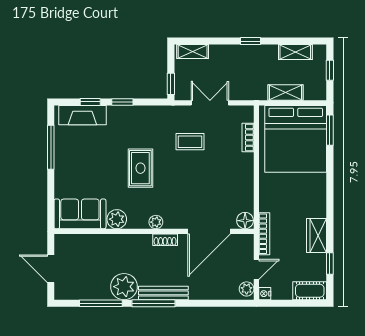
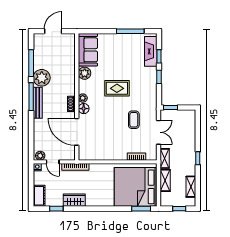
shelving: (193, 52) -> (165, 158), moved
floor lamp: (245, 221) -> (84, 109), moved

